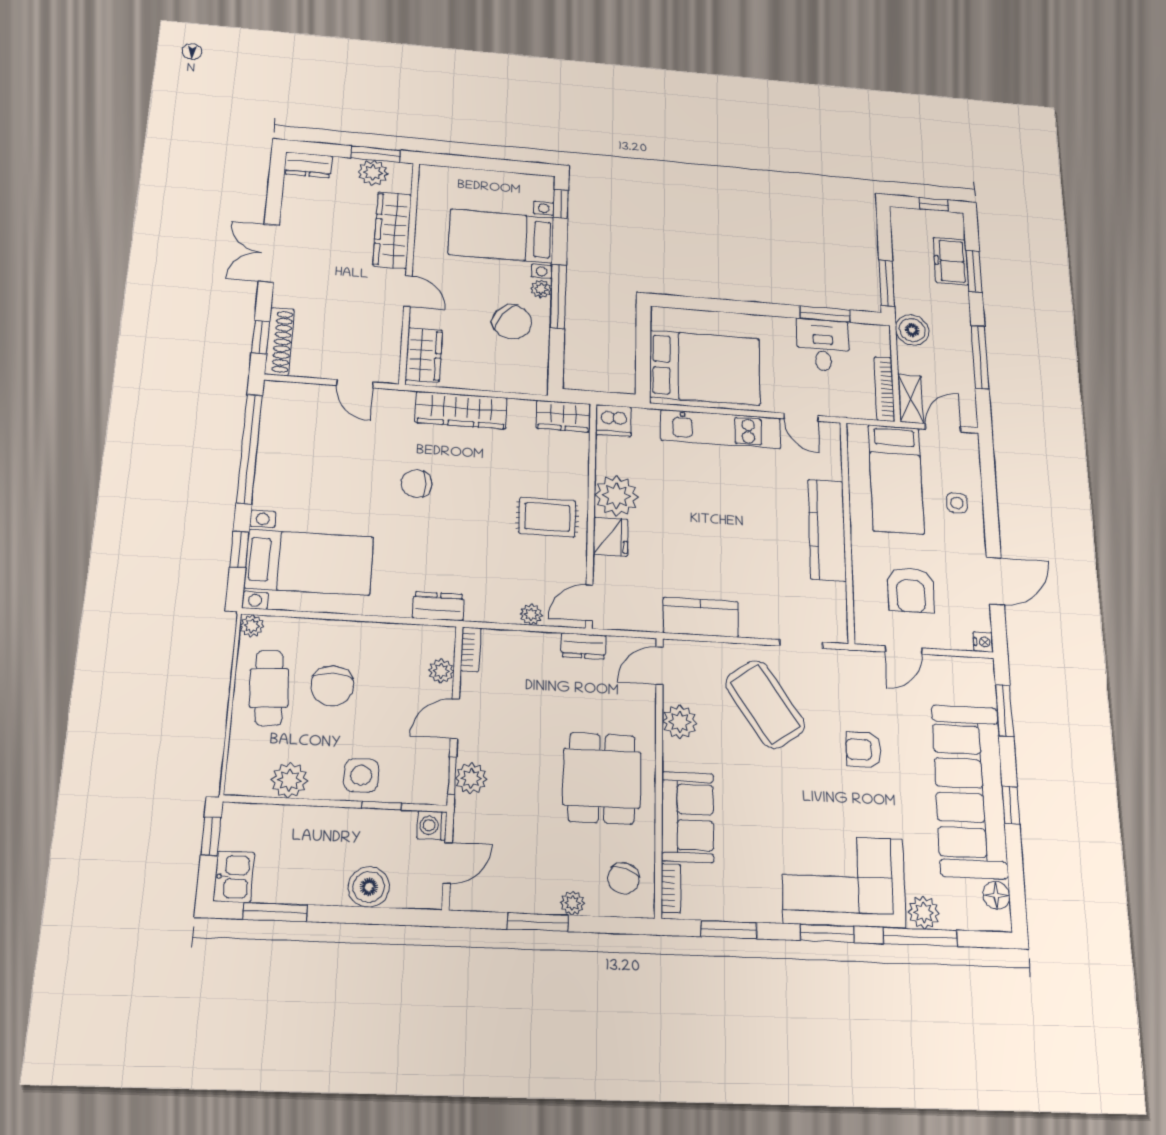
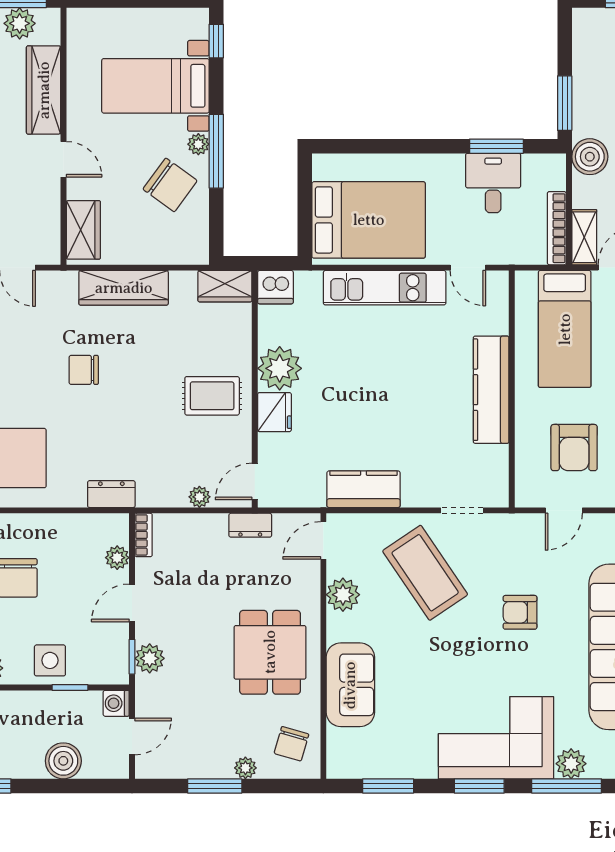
bookcase: (671, 888) -> (335, 751), removed

